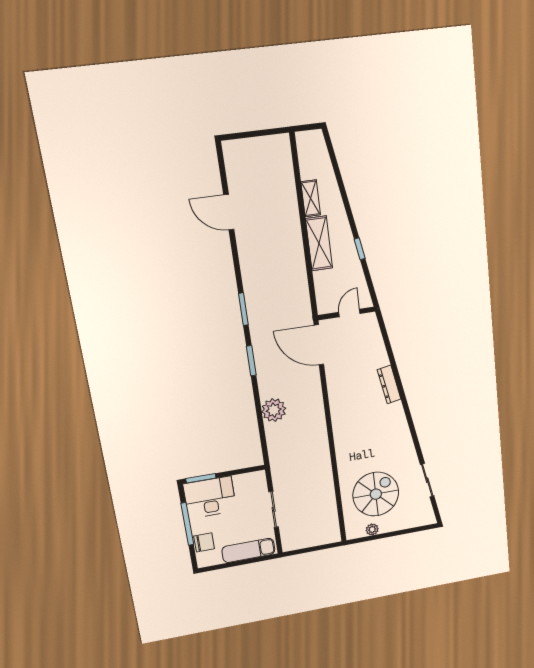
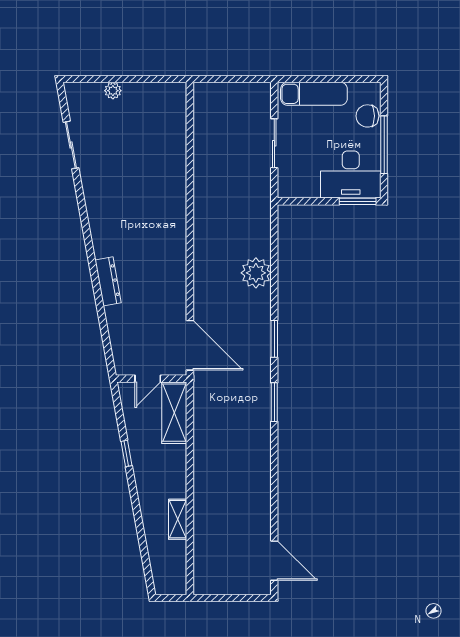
door: (229, 212) -> (274, 561), moved
shelving: (319, 243) -> (174, 413), moved
spiral stairs: (376, 494) -> (141, 139), removed
plant: (372, 530) -> (113, 91), moved

